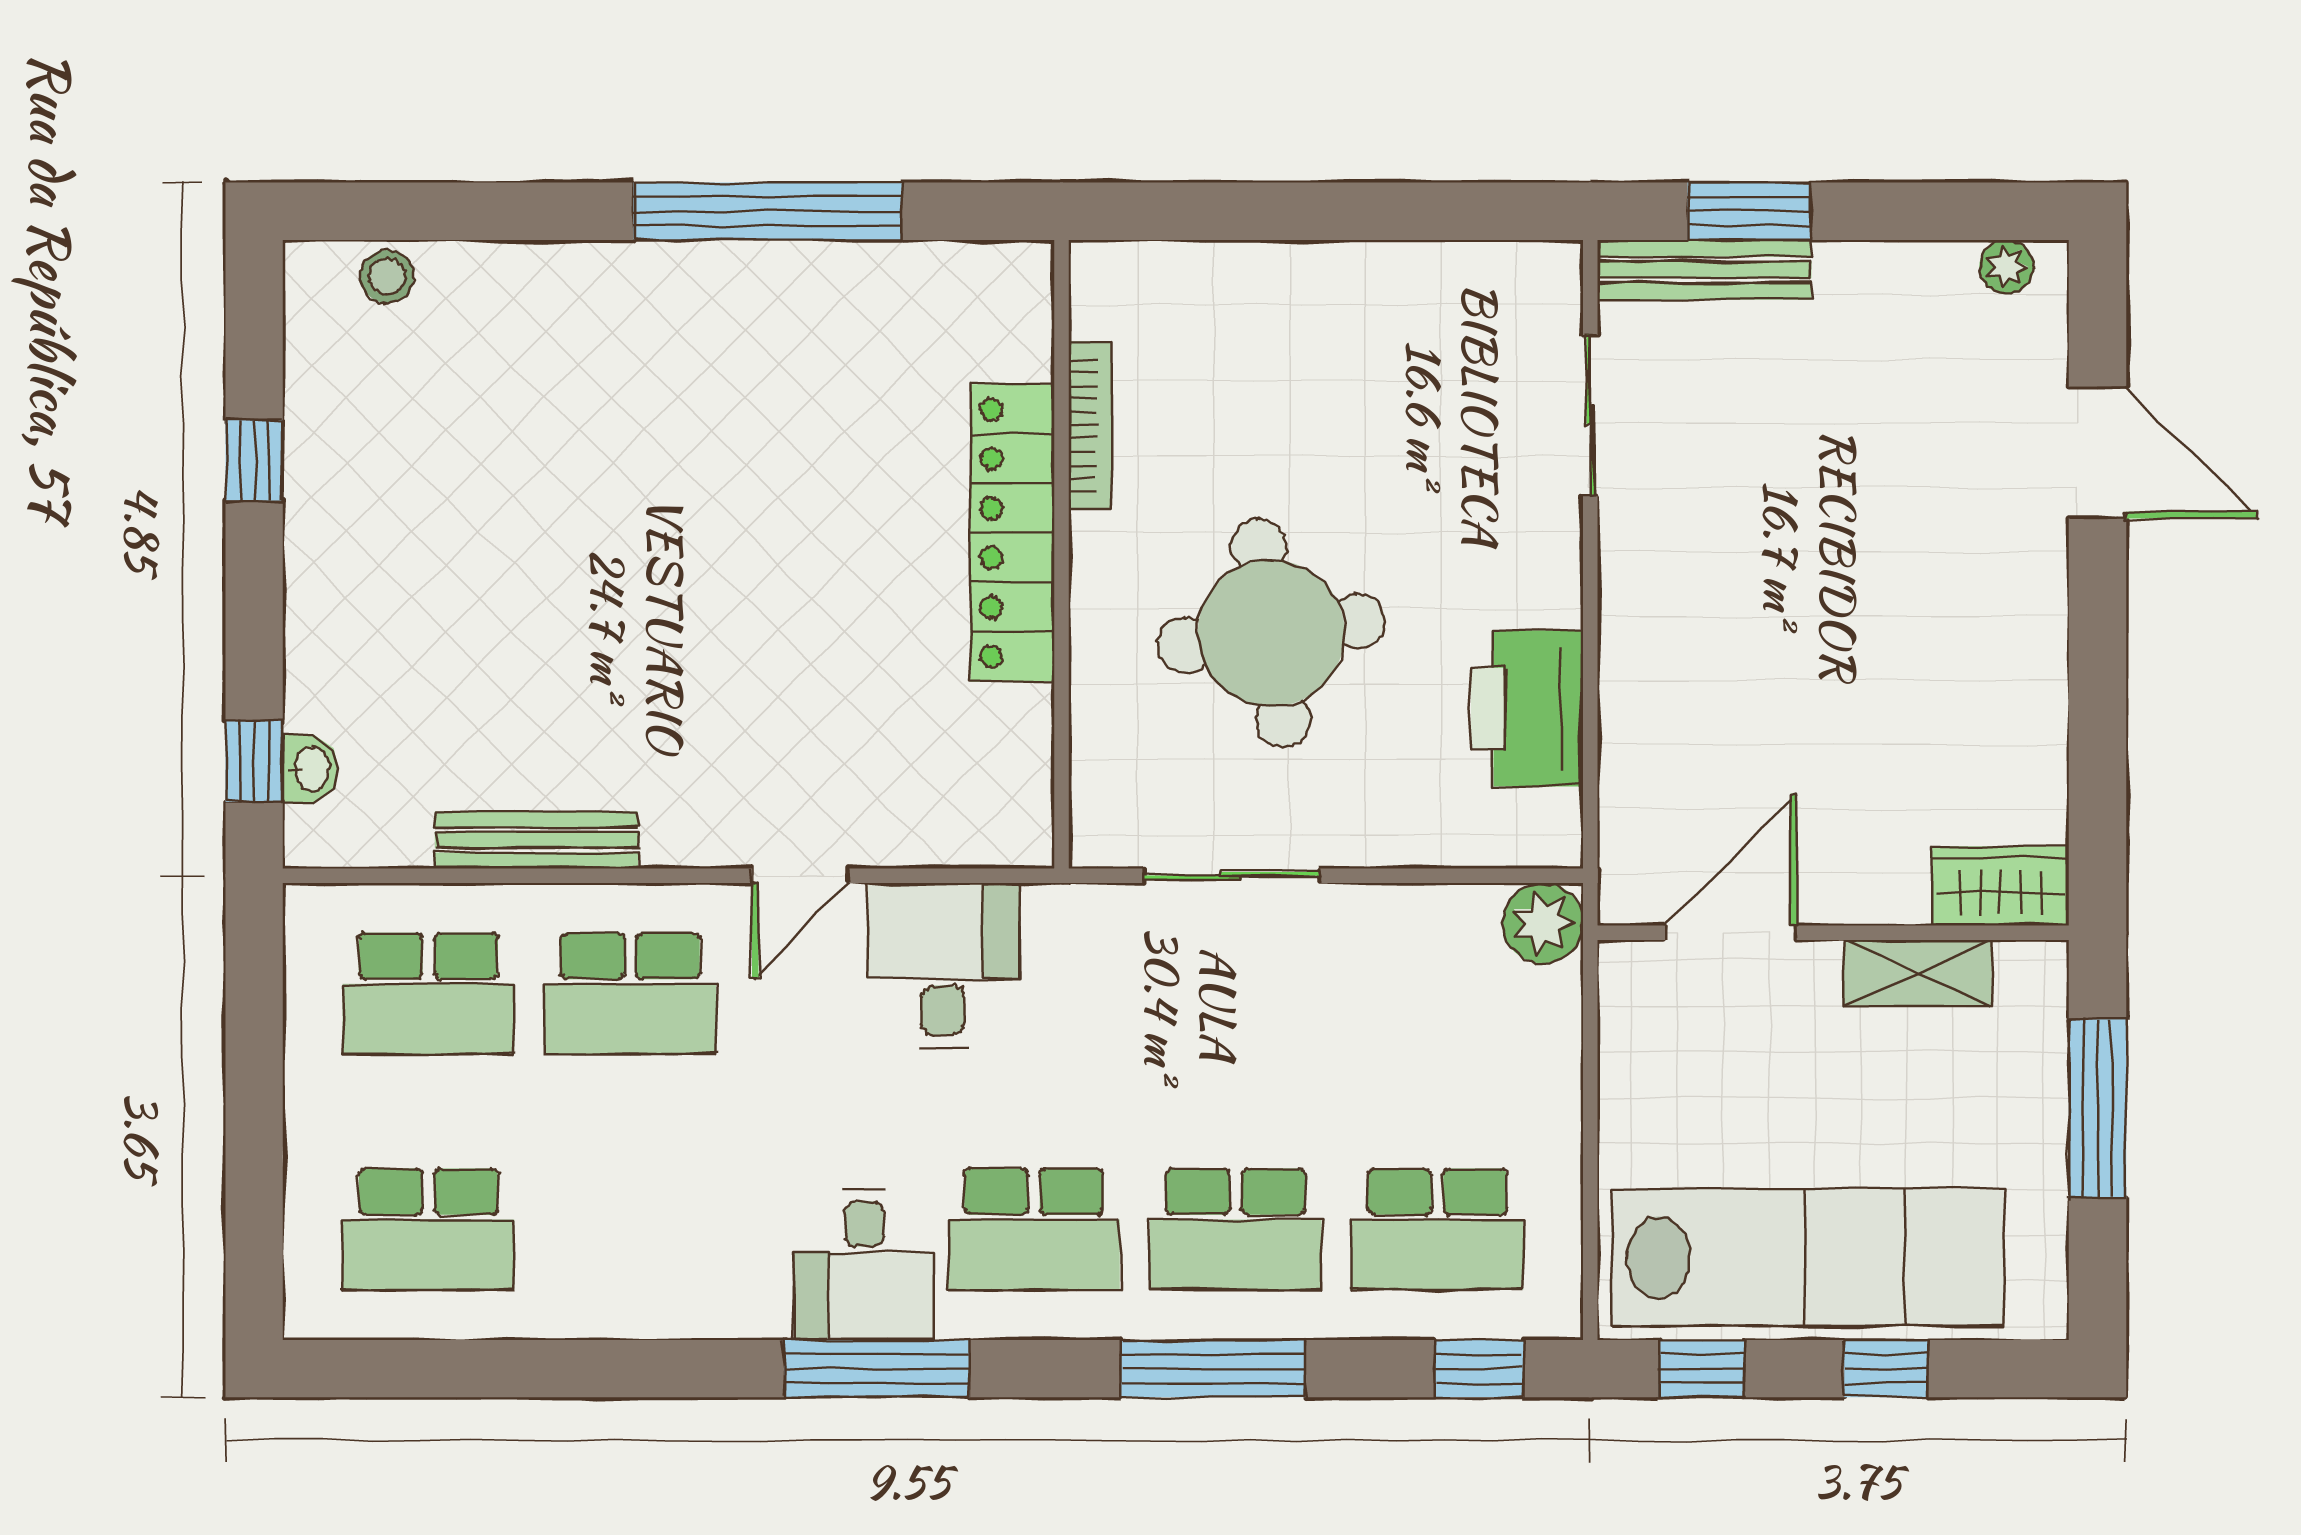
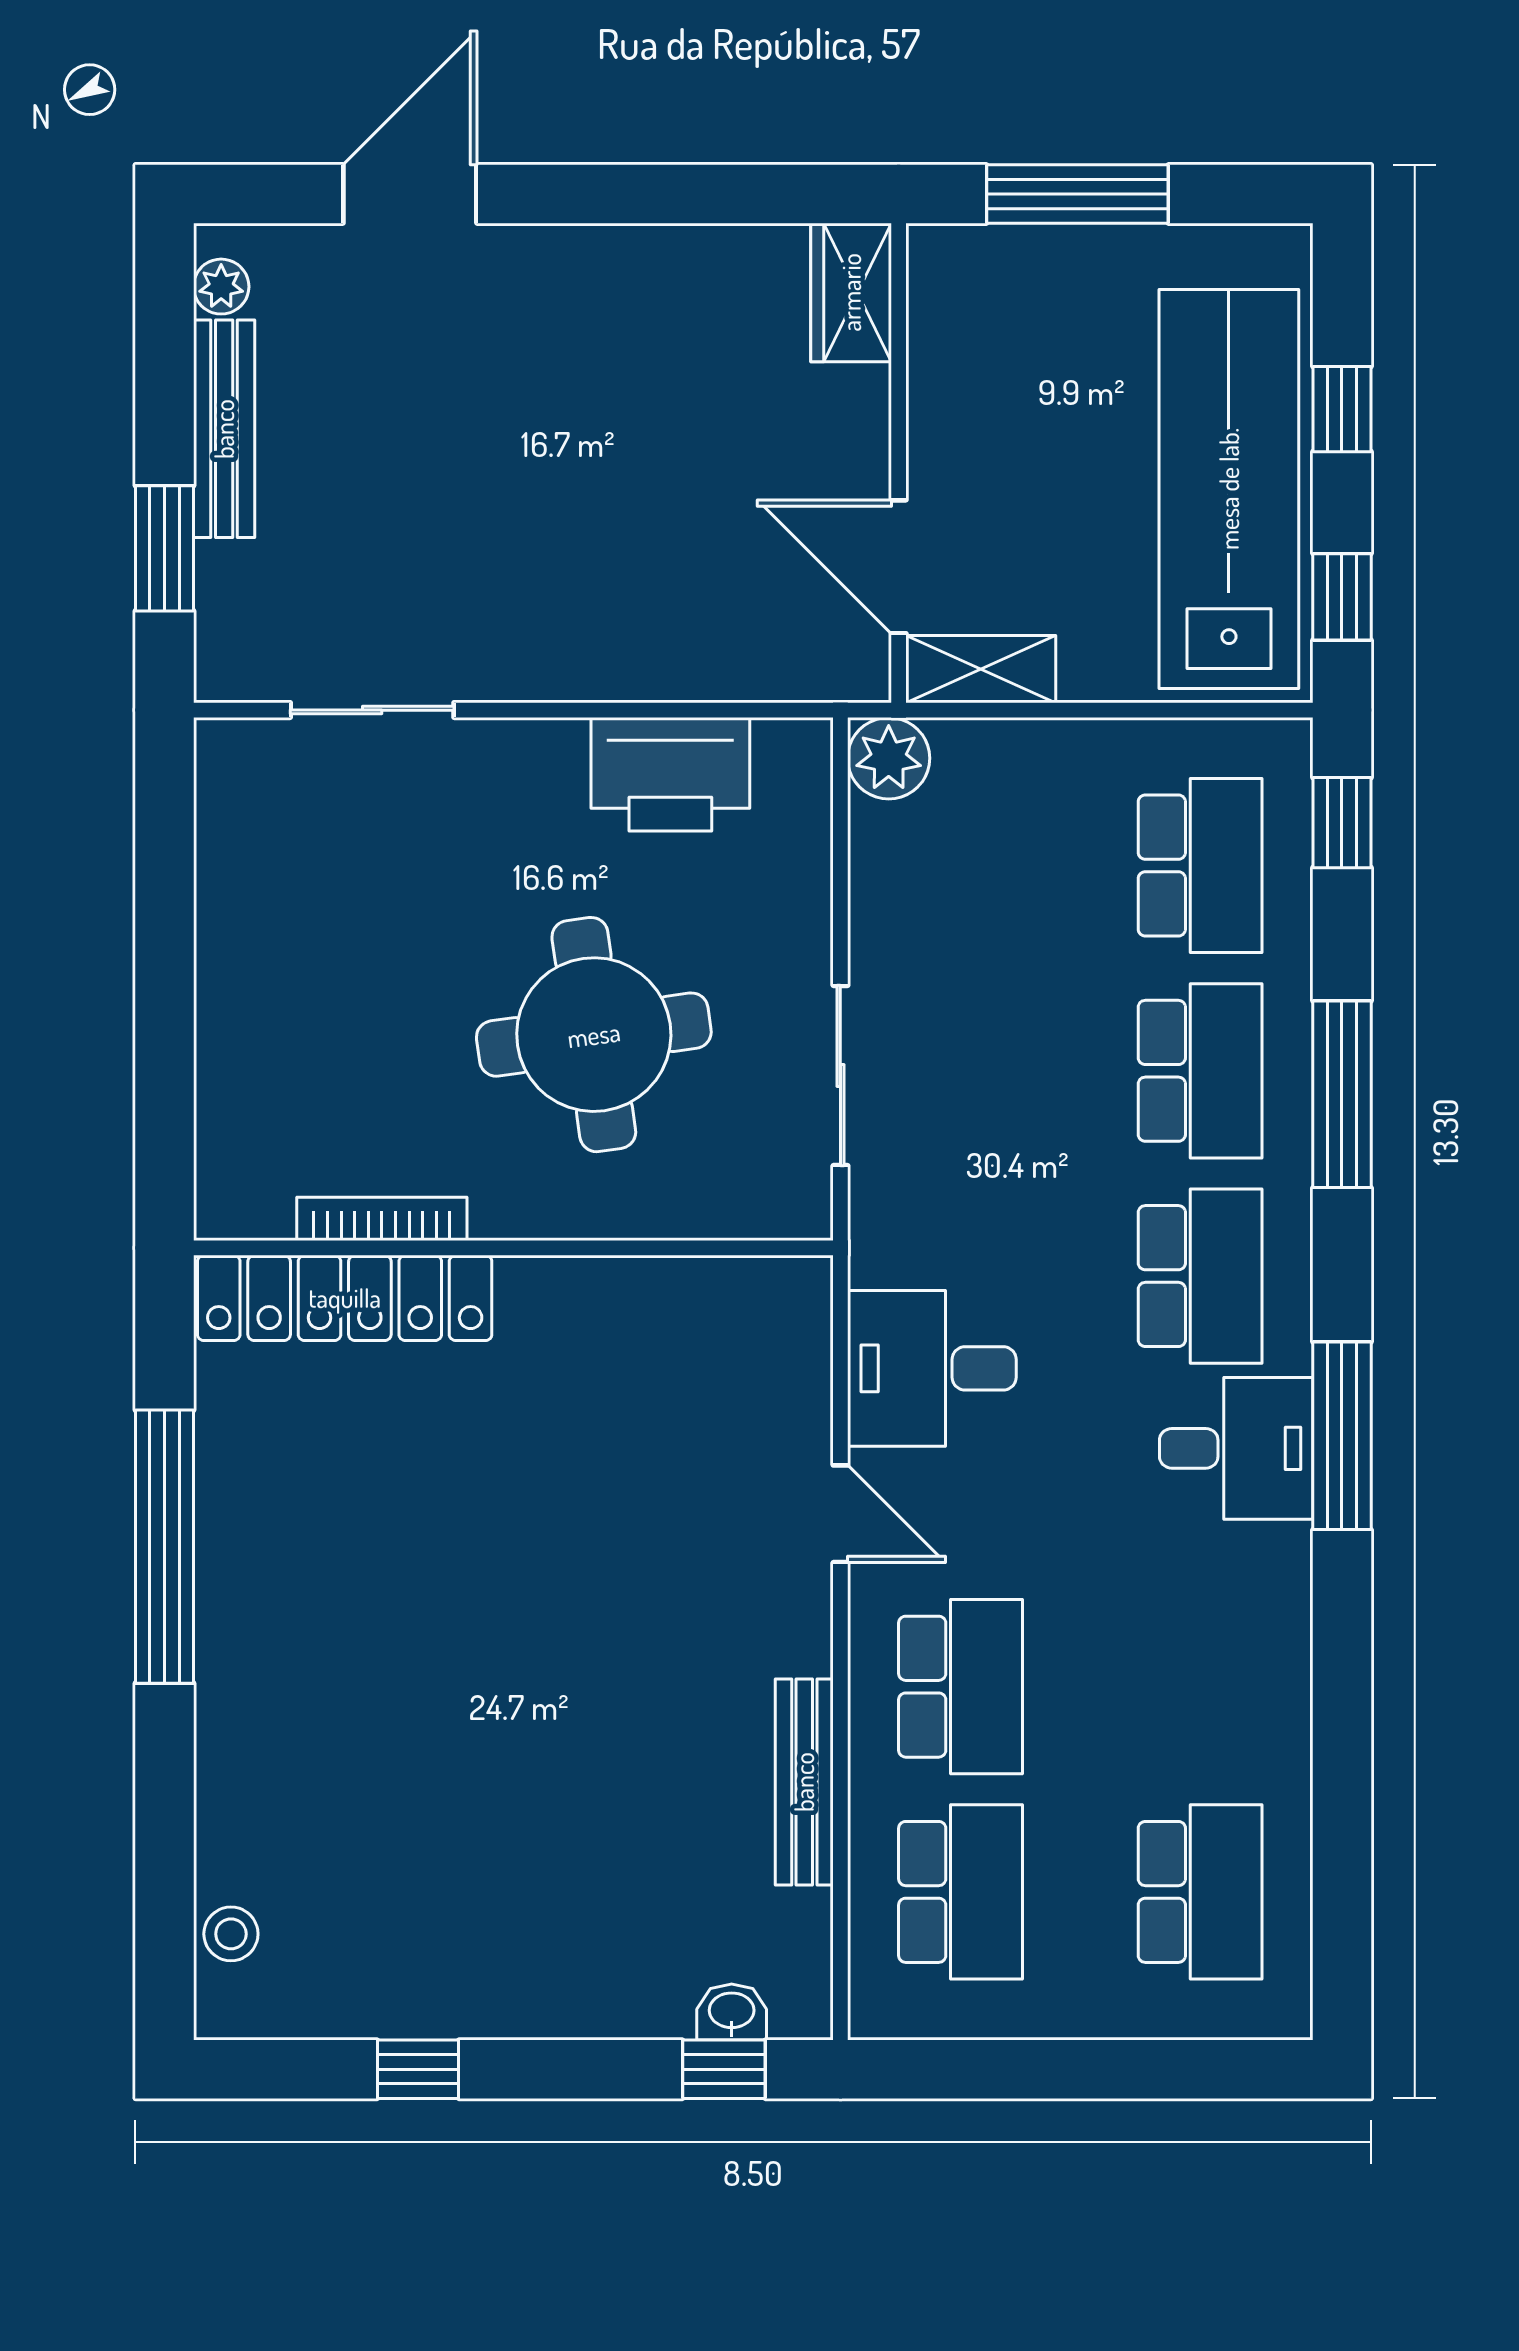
bench: (1704, 270) -> (224, 429), moved
locker: (1012, 533) -> (345, 1298), moved
shelving: (1918, 973) -> (981, 669), moved, turned 90

